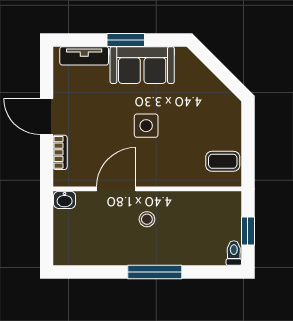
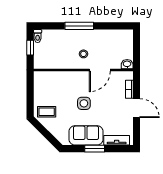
coffee table: (223, 161) -> (47, 112), moved

